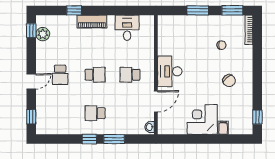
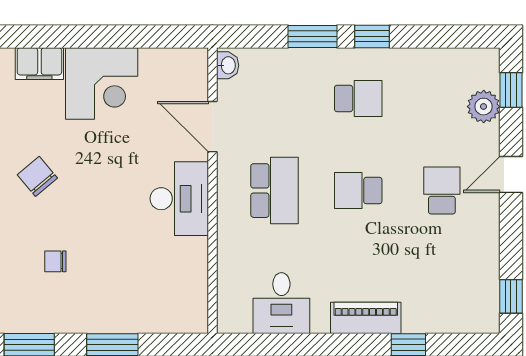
plant: (43, 34) -> (484, 107), moved
school desk: (130, 75) -> (275, 191), width x1.85
door: (156, 101) -> (212, 127), hinge flipped
filing cabinet: (223, 128) -> (39, 64), width x2.00

